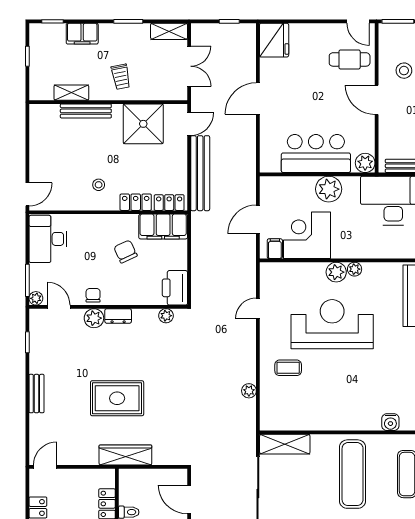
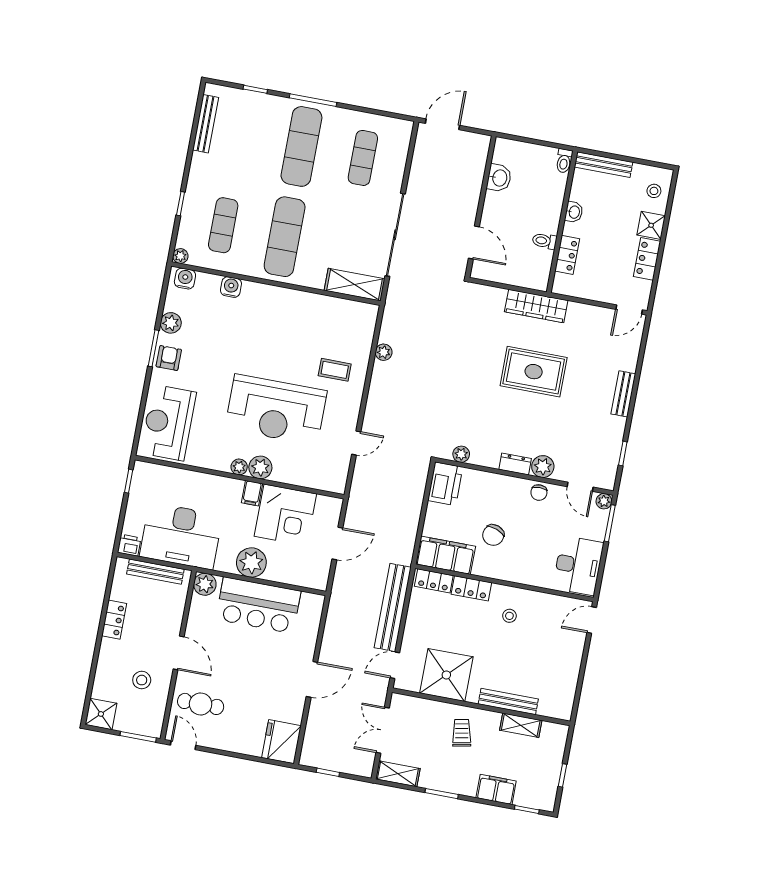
filing cabinet: (275, 249) -> (252, 493), moved
chair: (125, 251) -> (493, 535), turned 45

